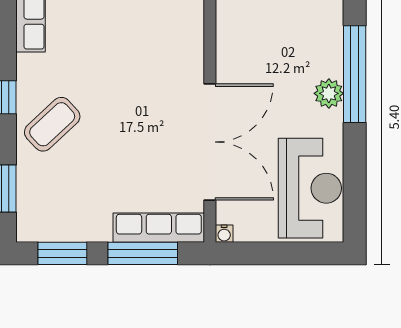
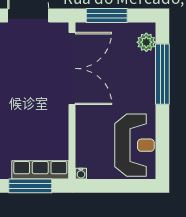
plant: (329, 93) -> (146, 42), moved
double door: (210, 142) -> (72, 68), moved

